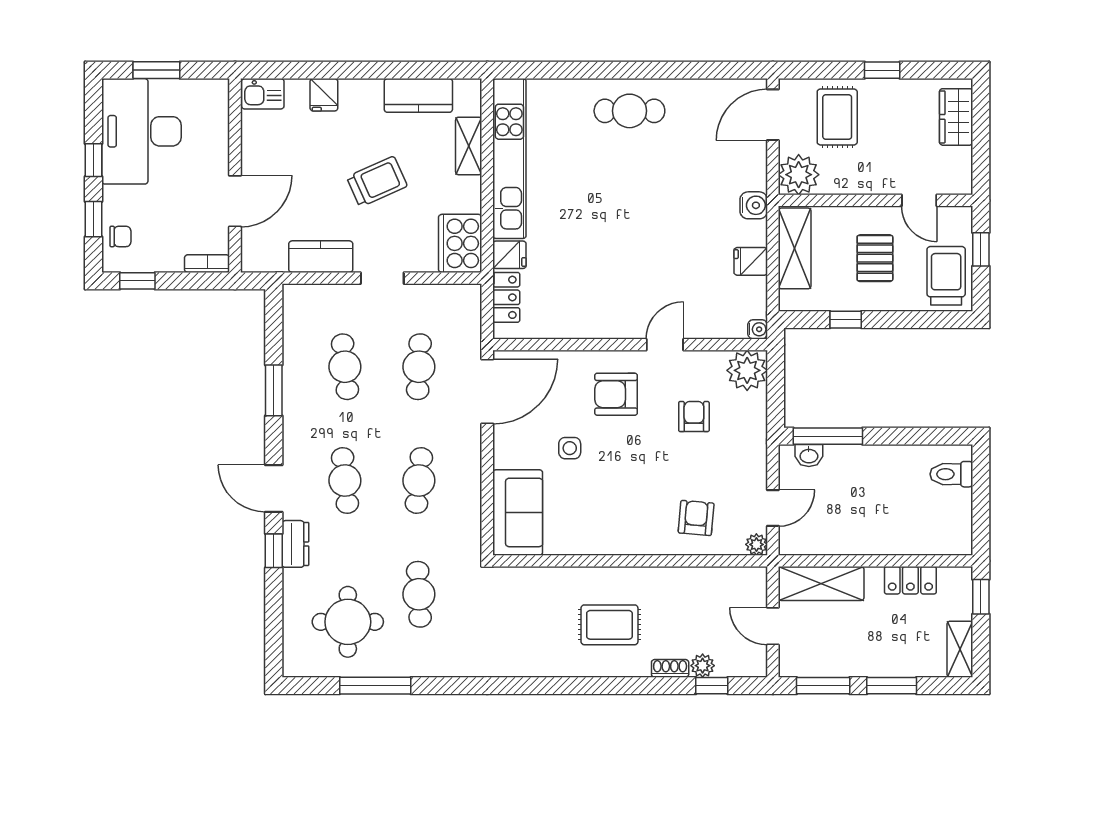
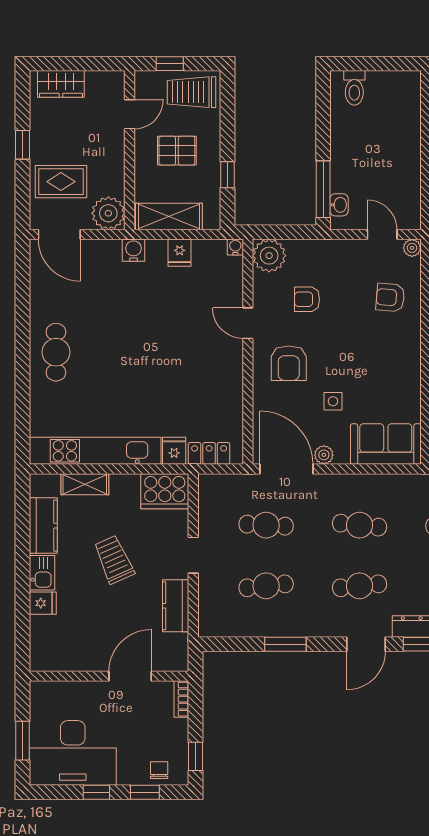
kitchen sink: (263, 94) -> (42, 573), moved
door: (235, 201) -> (130, 676), hinge flipped
plant: (504, 437) -> (324, 455), added

